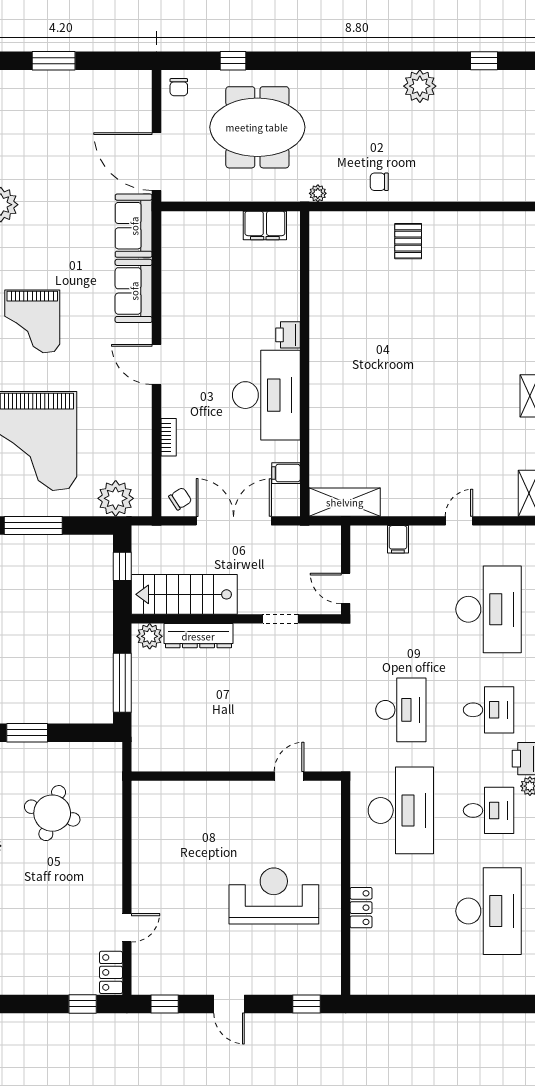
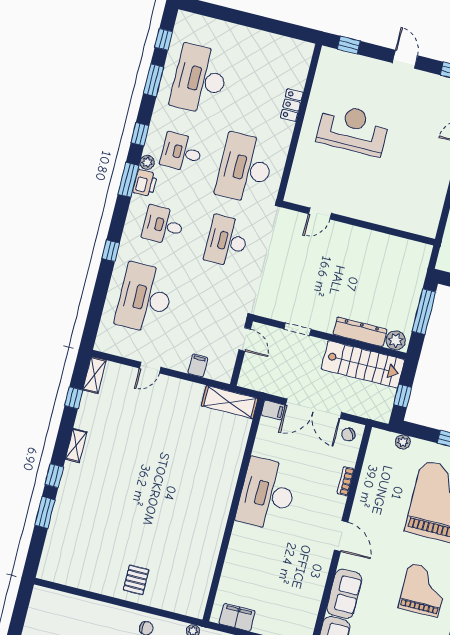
printer: (288, 335) -> (240, 534), removed
filing cabinet: (286, 473) -> (273, 410), moved
plant: (116, 498) -> (403, 442), width x0.53, depth x0.53
reception desk: (274, 896) -> (353, 129), turned 180

